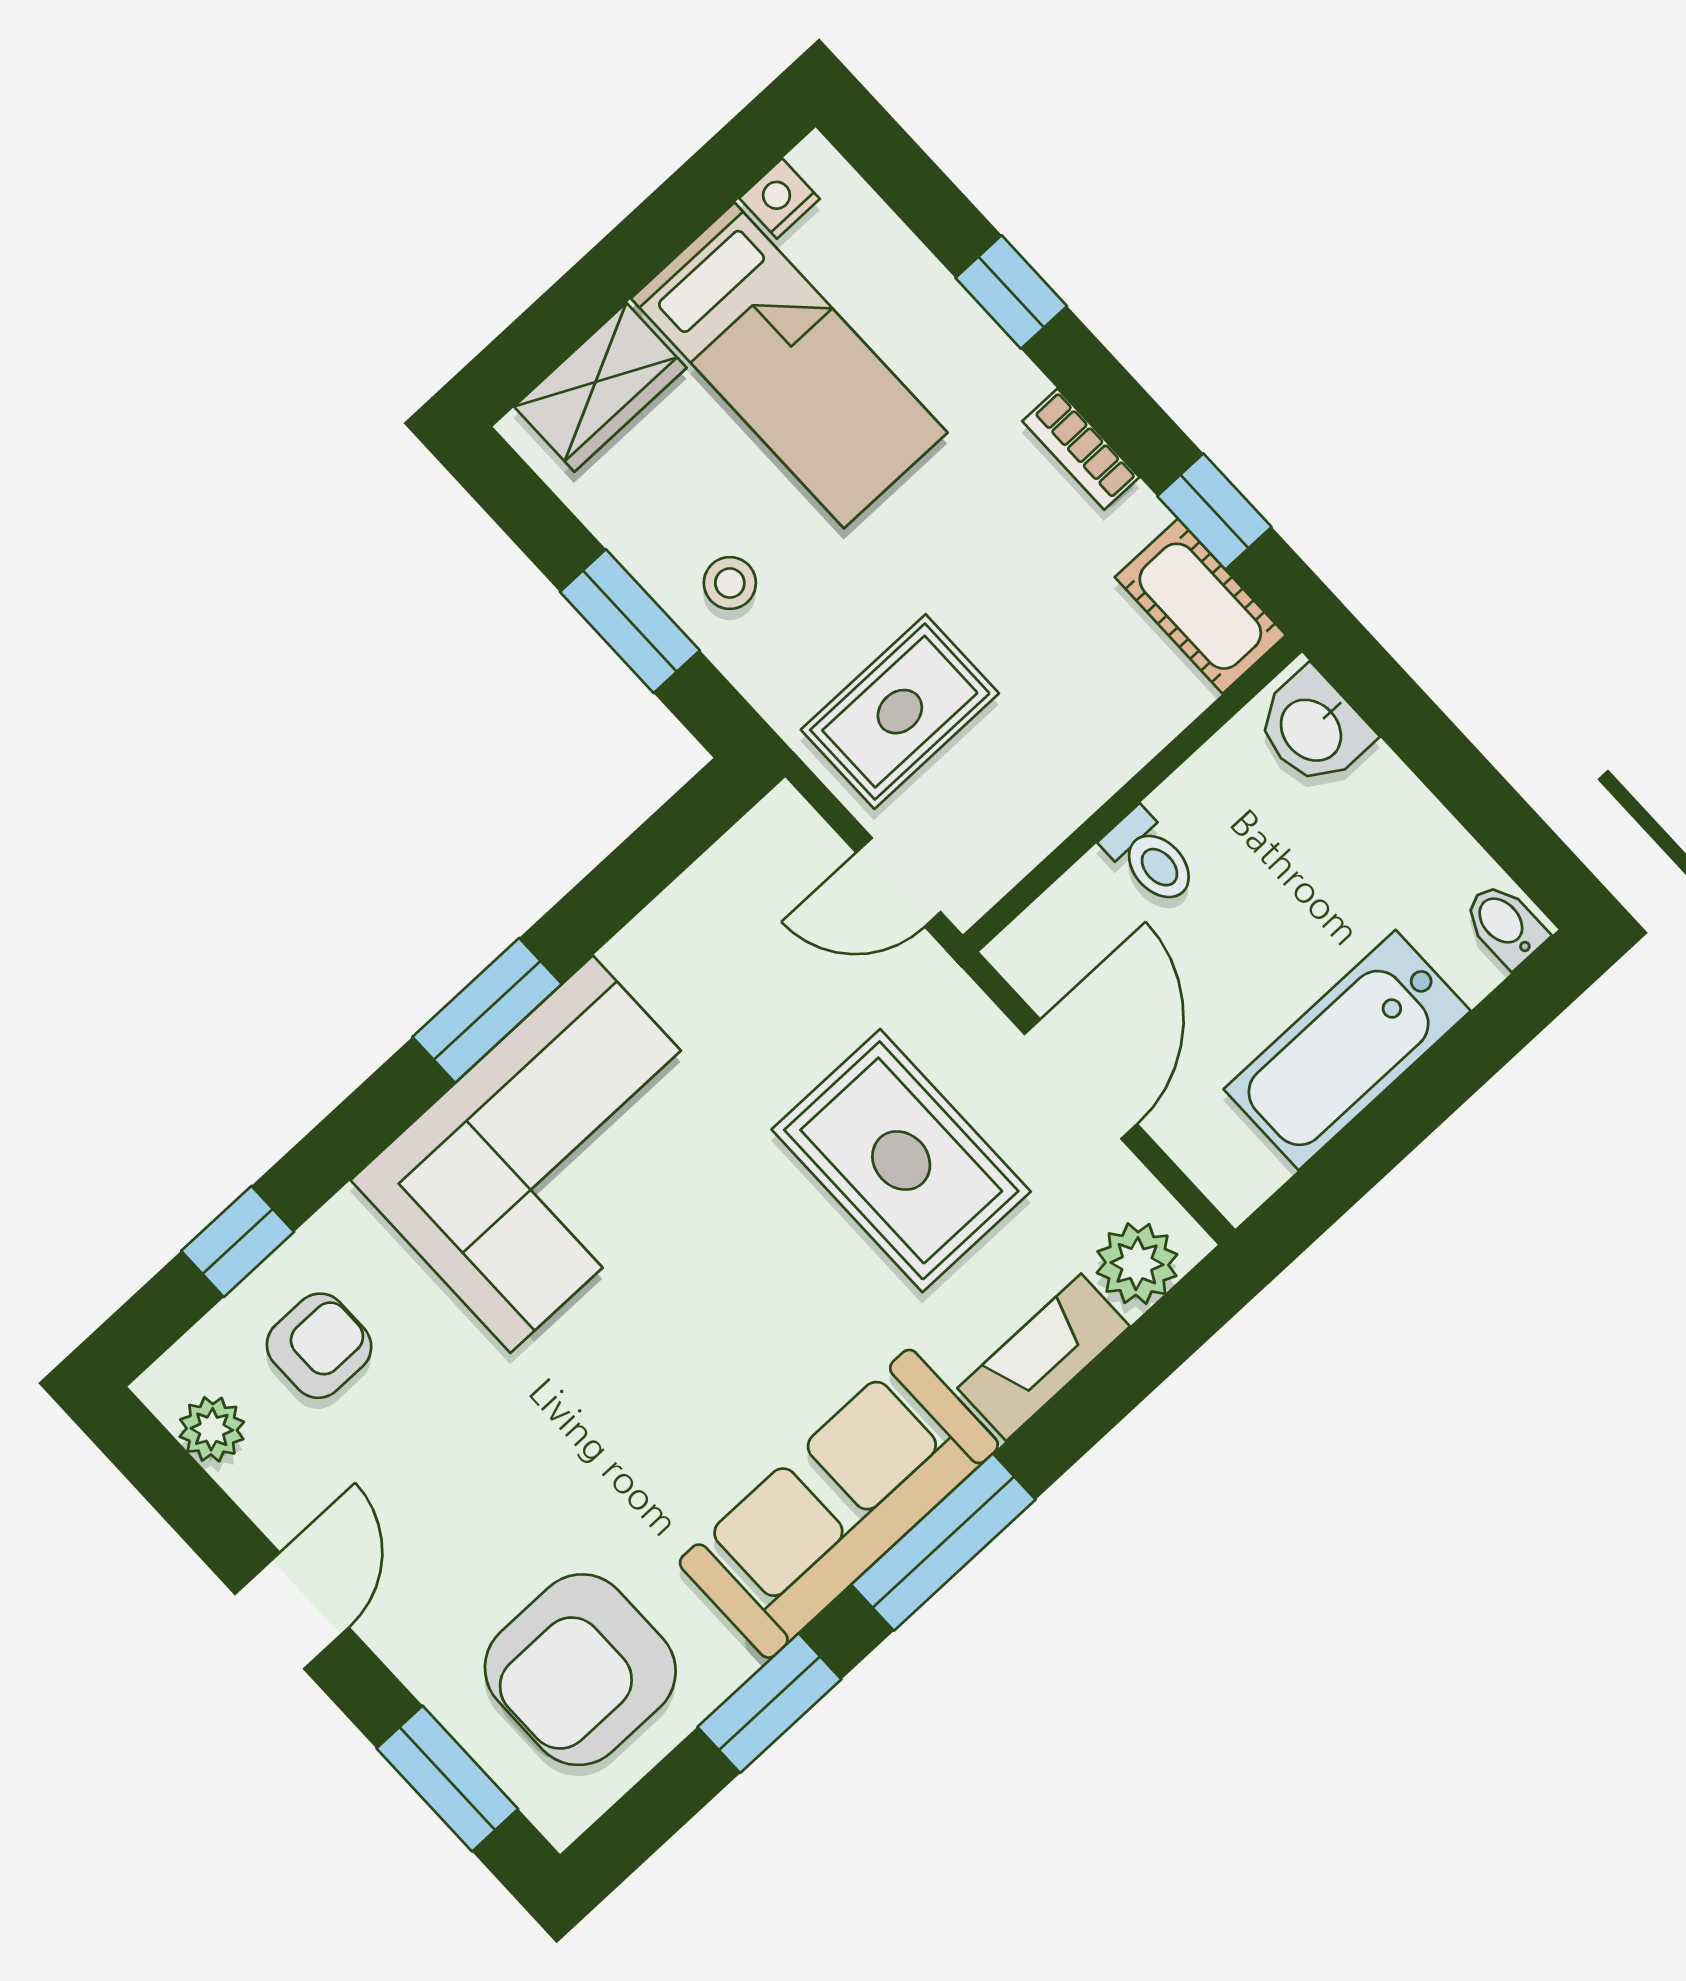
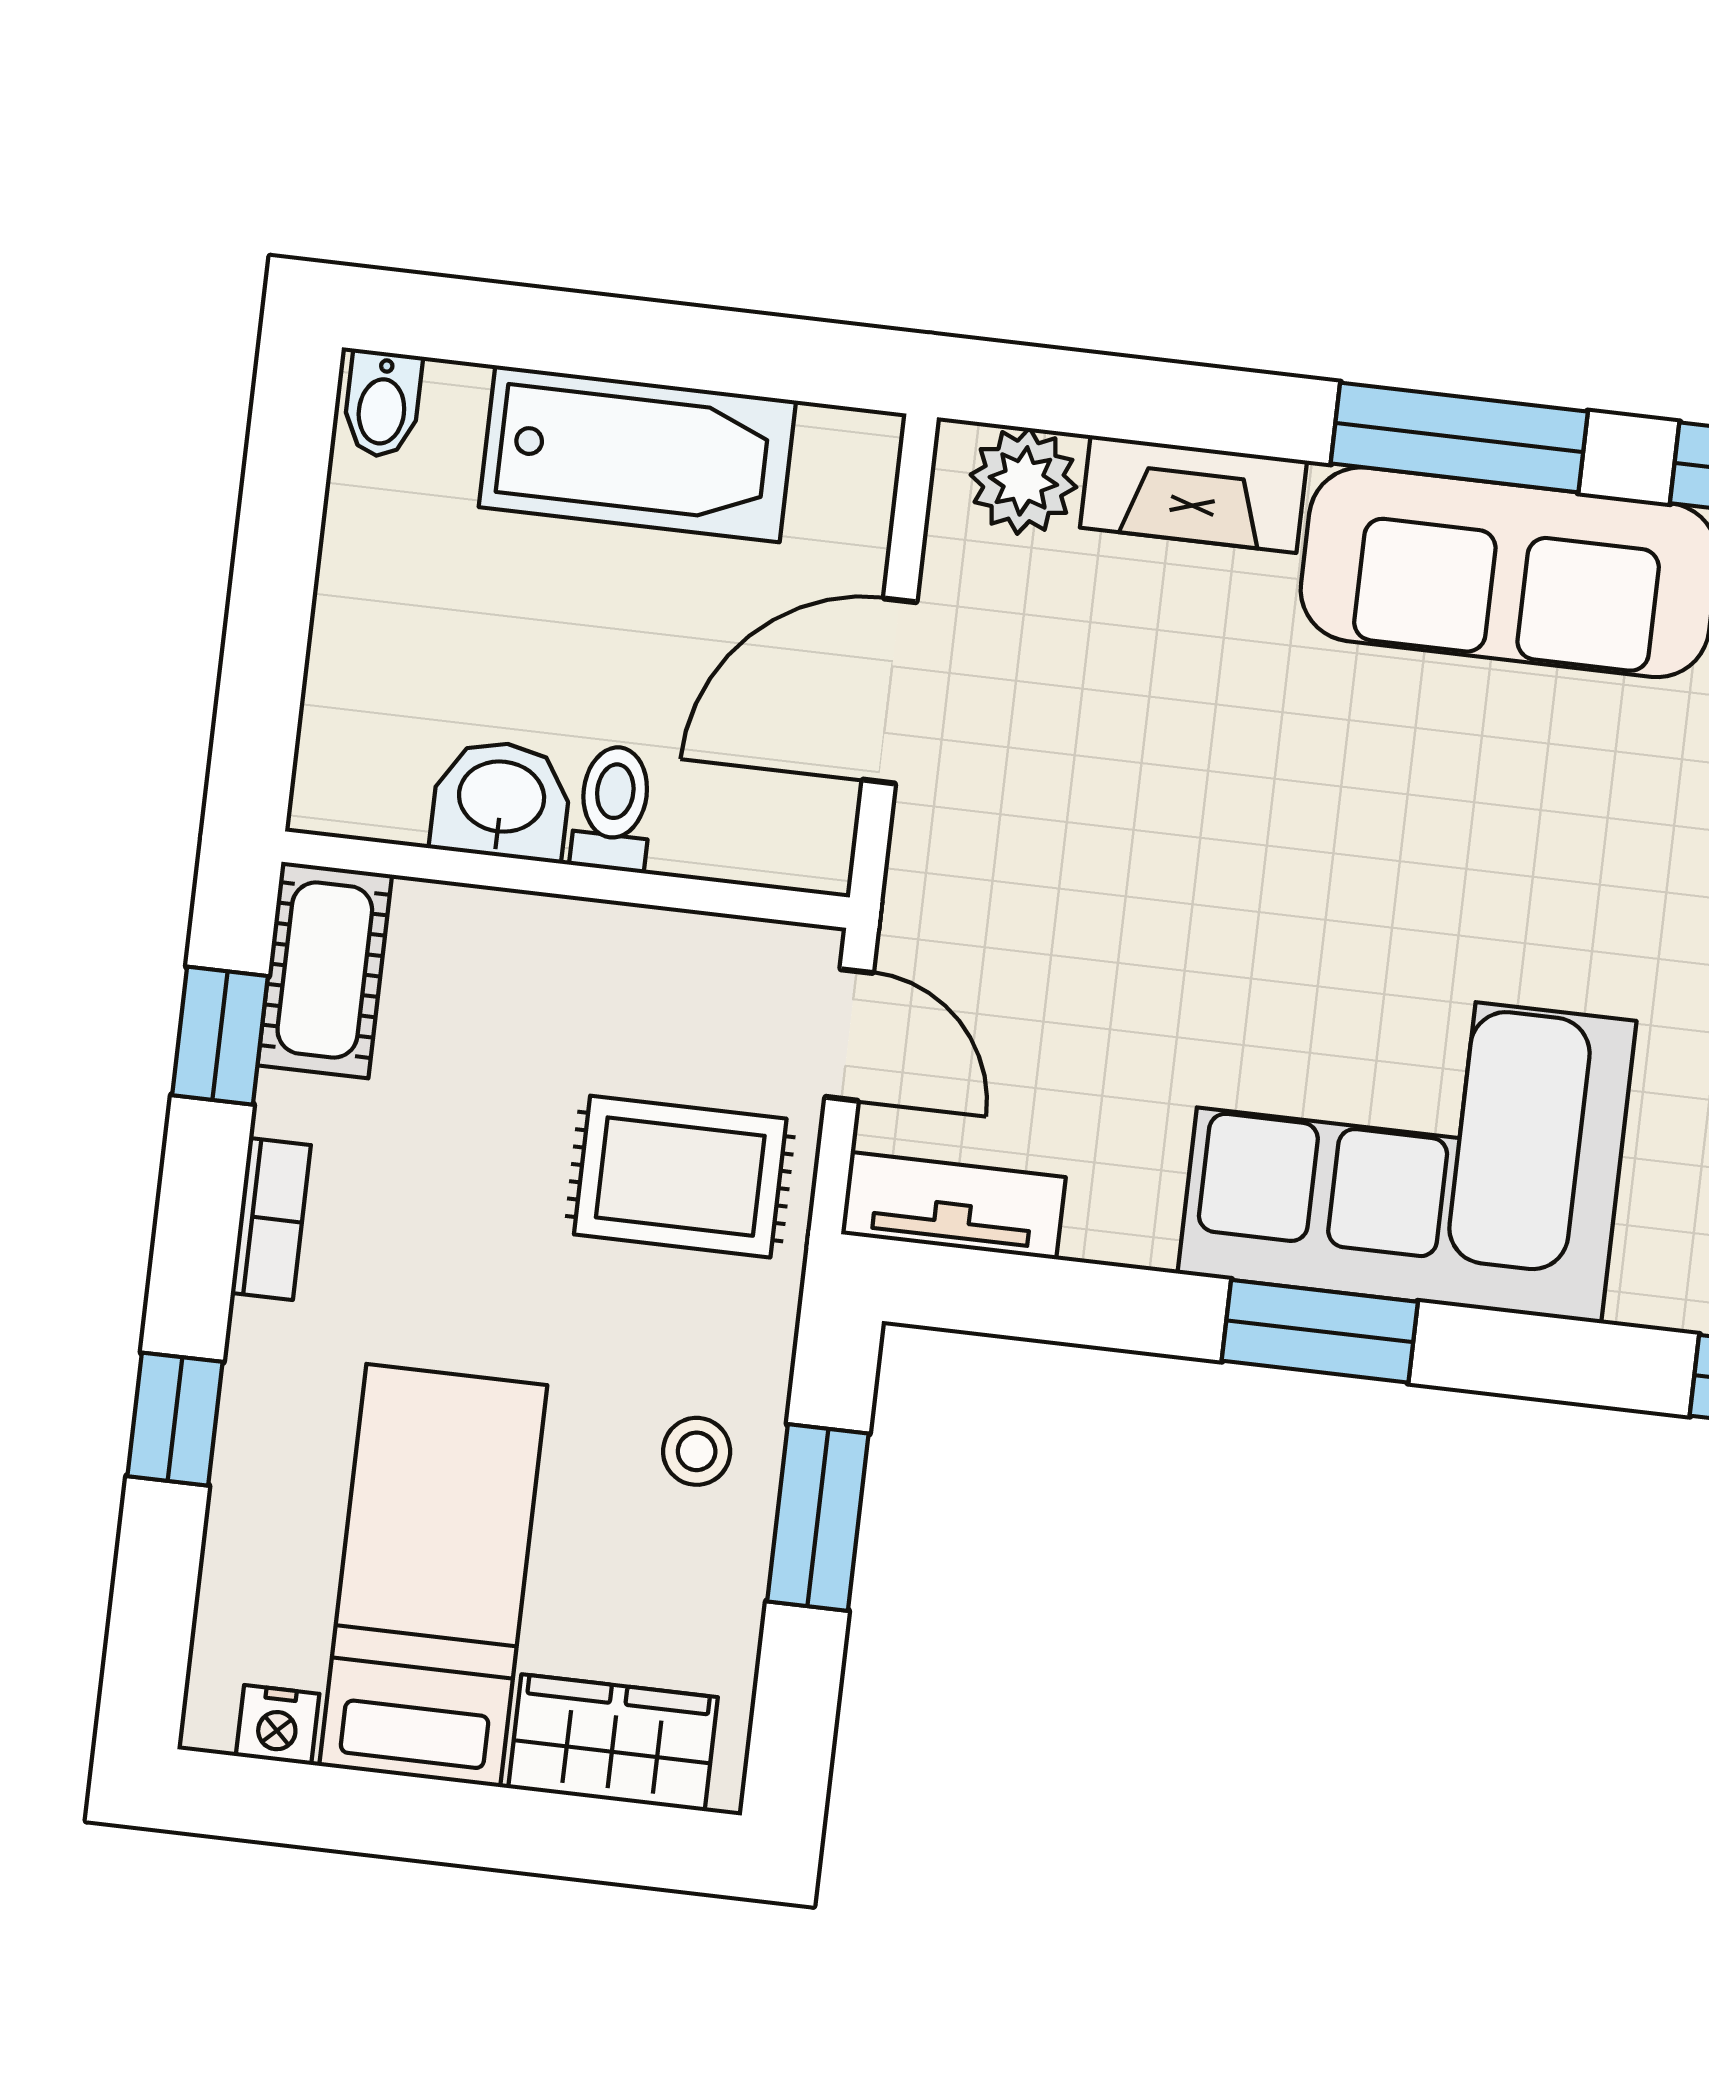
washbasin: (1313, 728) -> (501, 800), moved, turned -90
tv unit: (745, 858) -> (953, 1206), added
rug: (901, 1161) -> (1120, 799), removed

